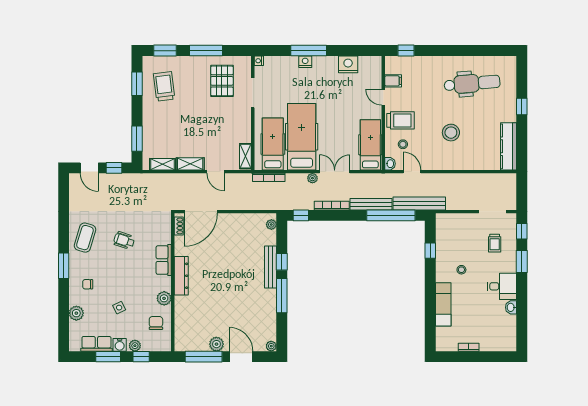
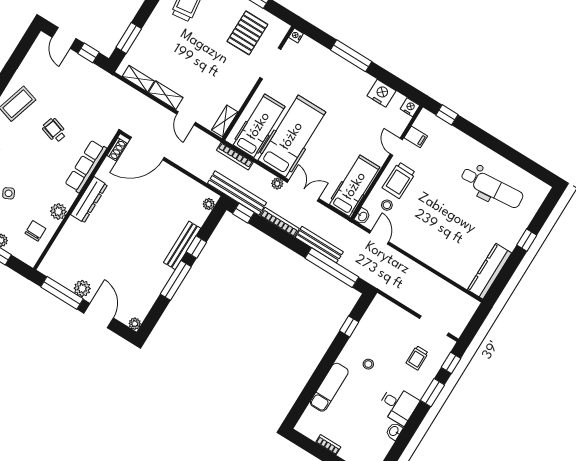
nightstand: (305, 62) -> (410, 107), moved
trolley: (400, 120) -> (399, 180), turned 91
stool: (451, 133) -> (441, 223), removed
bench: (419, 203) -> (237, 193), moved
row of seats: (164, 260) -> (86, 166), width x1.48

